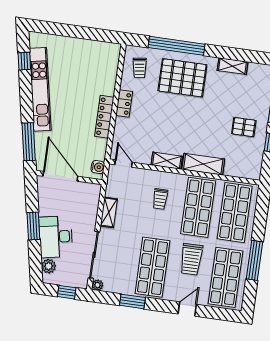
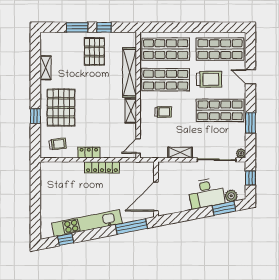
window: (176, 46) -> (35, 116), width x0.32
pallet: (244, 127) -> (94, 51), width x1.50, depth x1.42
shelving: (203, 164) -> (130, 73), width x1.47
water cooler: (98, 167) -> (144, 167), removed
window: (33, 226) -> (224, 208), moved
window: (254, 260) -> (203, 27), removed

